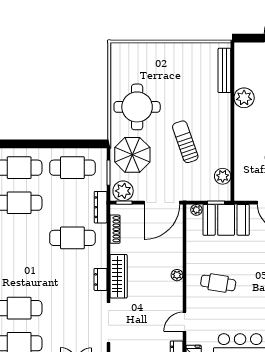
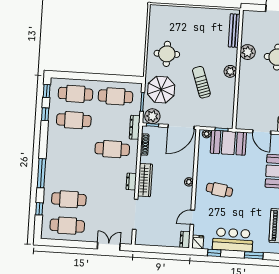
round table: (137, 107) -> (167, 54), width x0.73, depth x0.73
plant: (223, 176) -> (230, 71), moved

